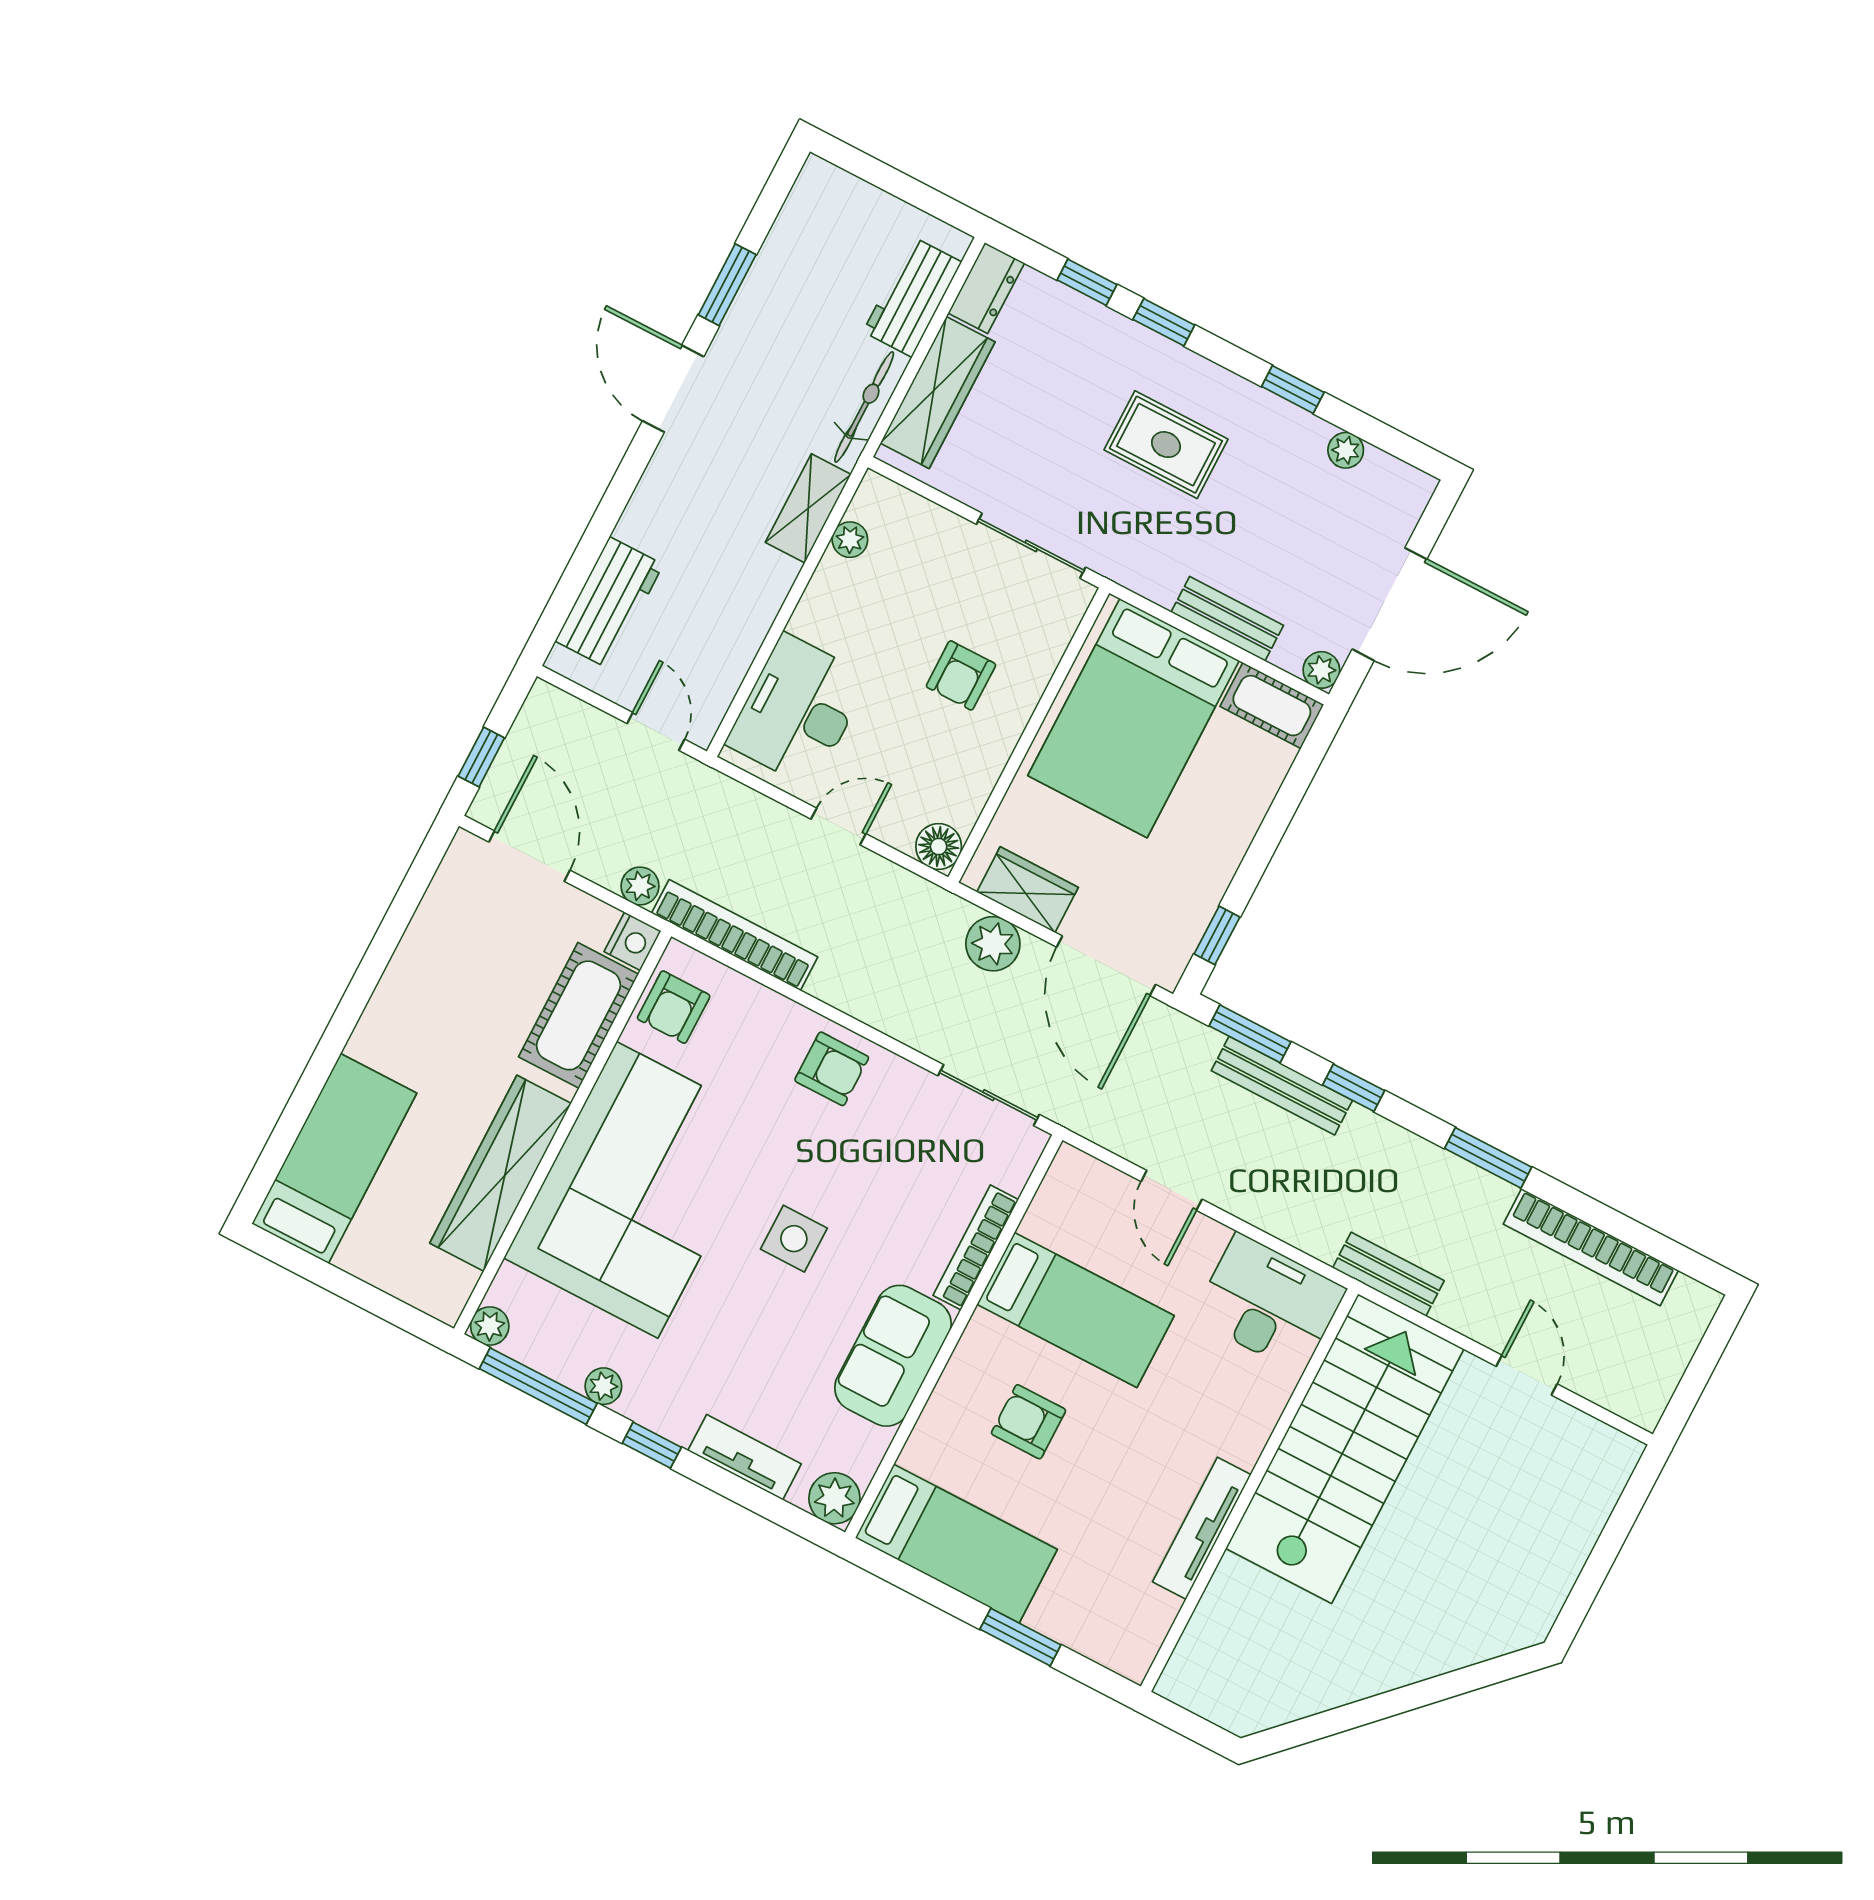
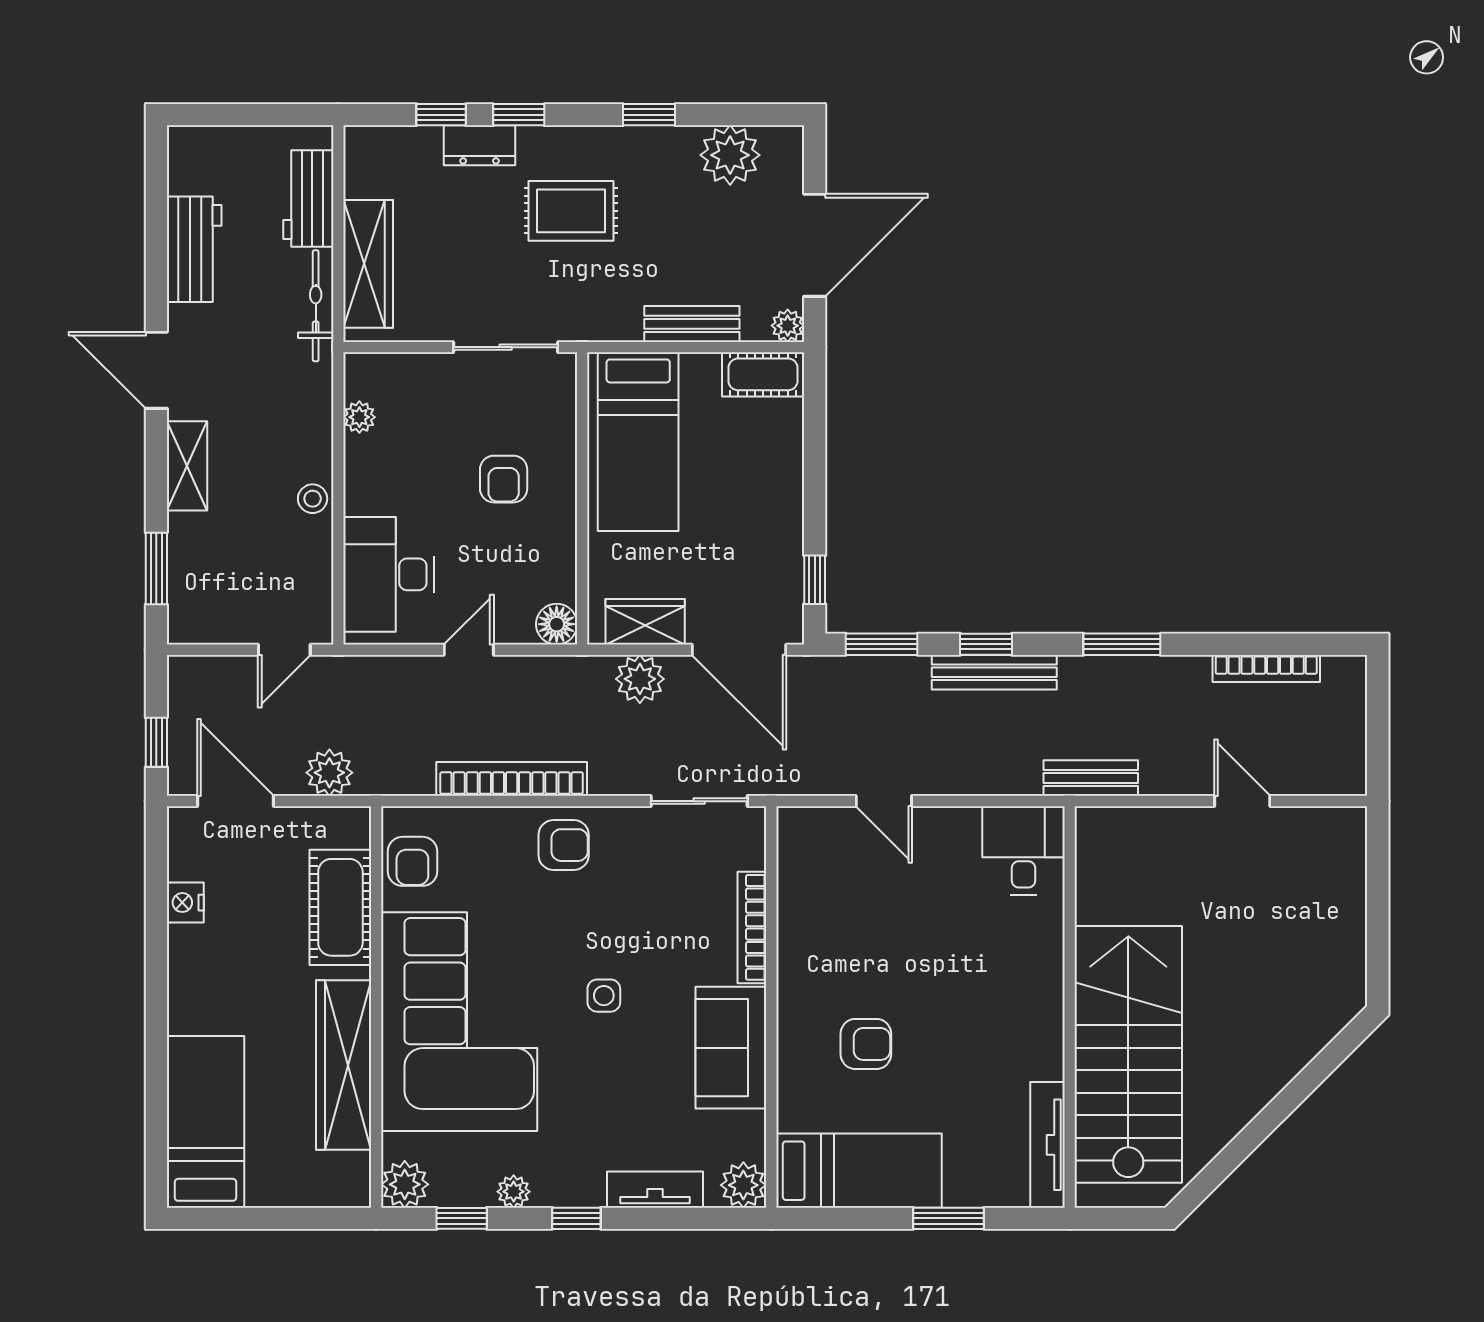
window: (727, 285) -> (156, 569), moved
dresser: (986, 288) -> (480, 145), moved, turned 90
plant: (1346, 450) -> (730, 155), width x1.88, depth x1.88
shelving: (808, 508) -> (187, 466), moved
stool: (762, 596) -> (313, 499), added
workbench: (609, 603) -> (194, 249), moved
bed: (1133, 718) -> (638, 442), width x0.67
door: (656, 731) -> (284, 650), swing flipped
plant: (640, 886) -> (329, 773), width x1.38, depth x1.38
bookcase: (735, 935) -> (512, 779), moved
nightstand: (633, 941) -> (185, 903), moved, turned 180
bench: (1282, 1086) -> (994, 672), moved
side table: (794, 1239) -> (604, 996), width x0.73, depth x0.73
bookcase: (1591, 1247) -> (1266, 668), width x0.68, depth x0.76
desk: (1269, 1303) -> (1024, 850), width x0.73
bed: (1076, 1310) -> (857, 936), removed
plant: (490, 1326) -> (405, 1184), width x1.38, depth x1.38
window: (538, 1386) -> (462, 1218), width x0.46
armchair: (1029, 1422) -> (866, 1044), turned 180
stairs: (1345, 1449) -> (1128, 1054), moved
tv unit: (1202, 1528) -> (1048, 1145), moved

